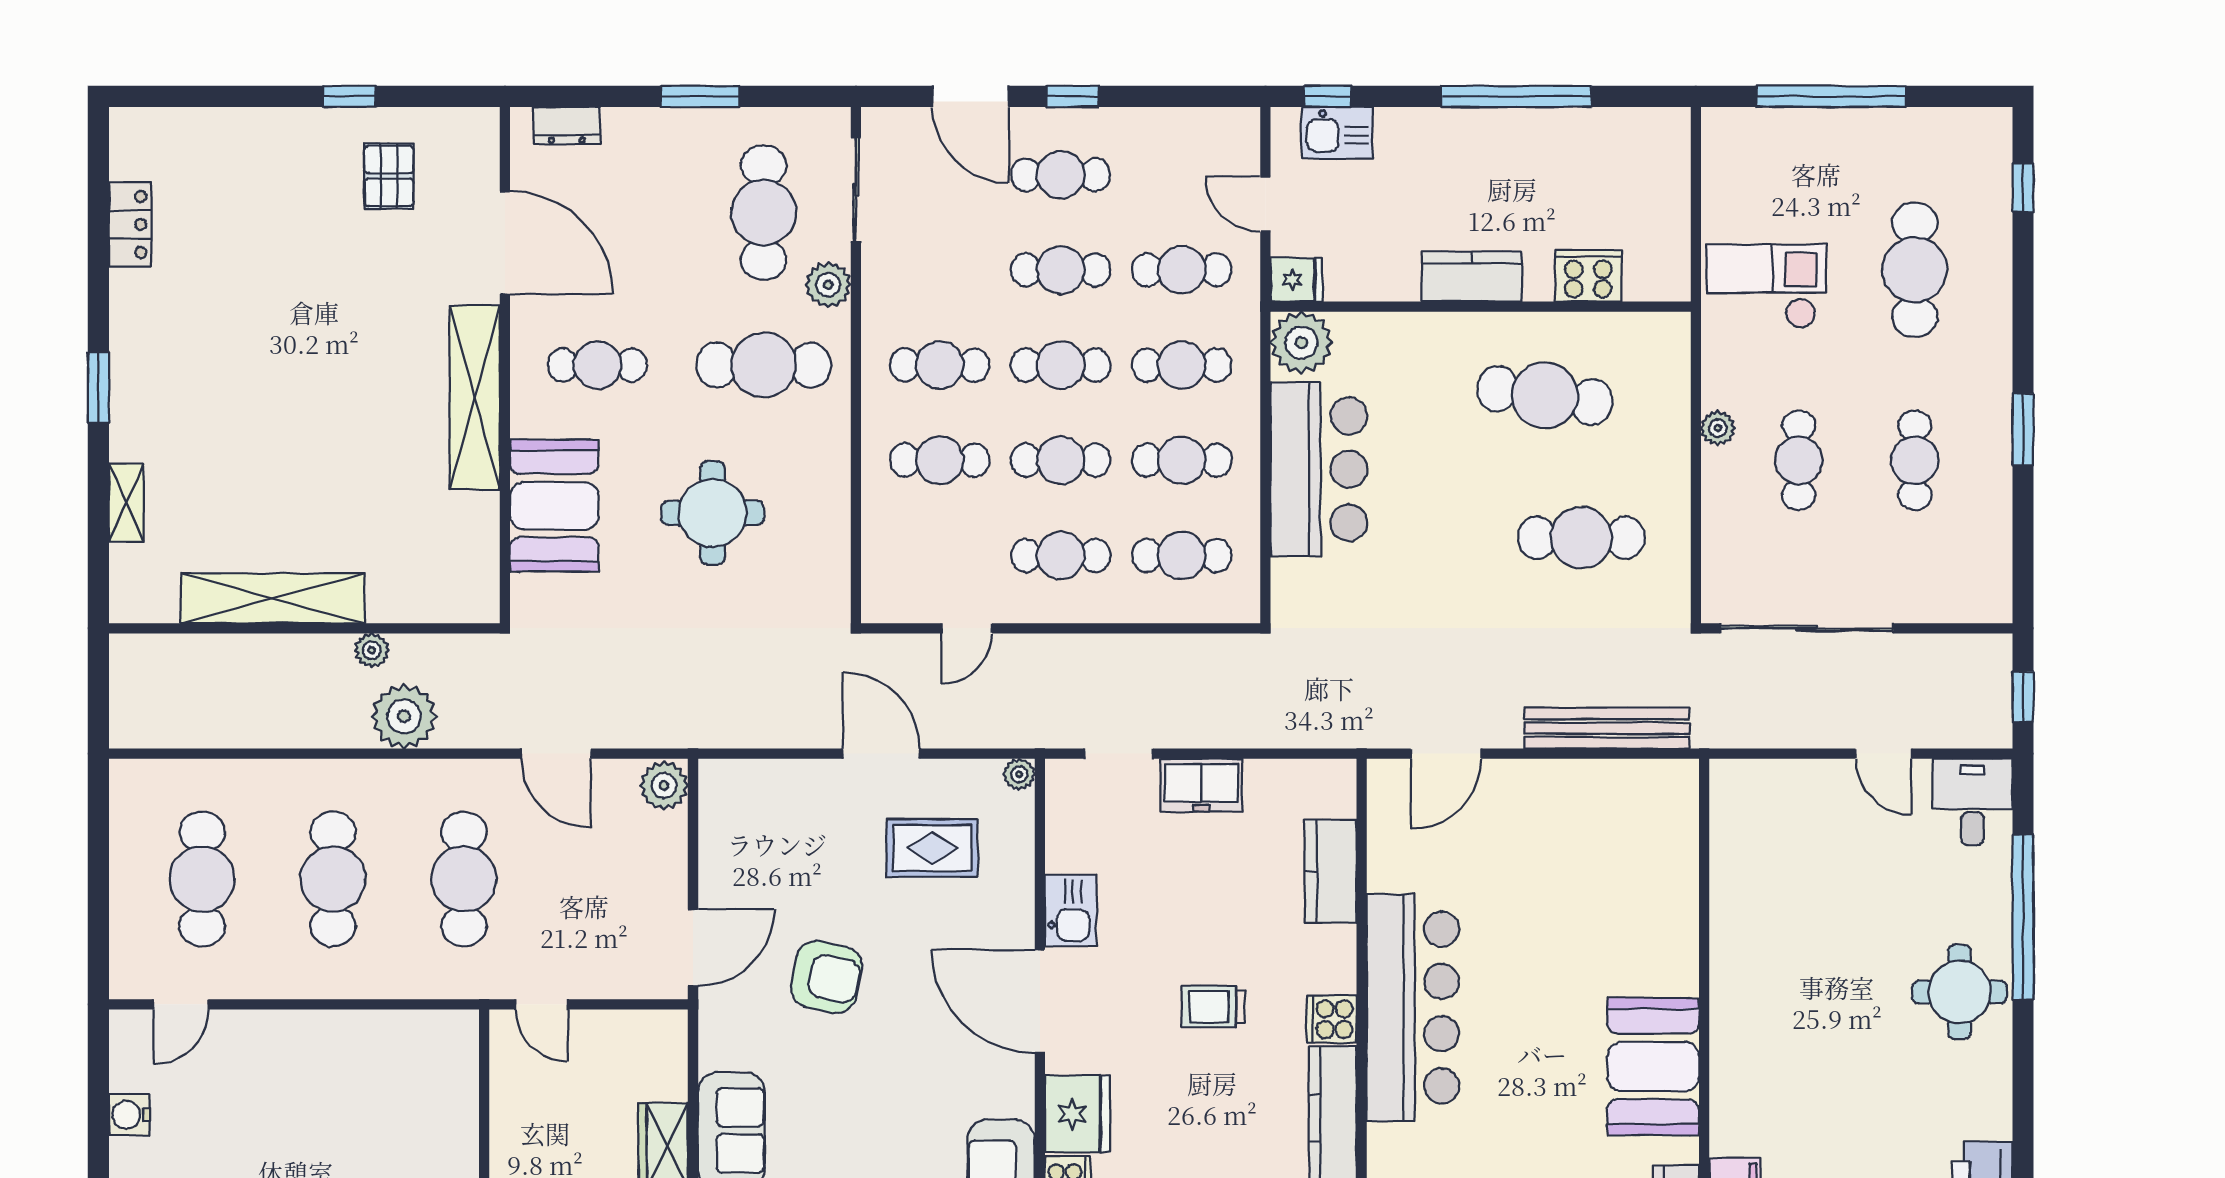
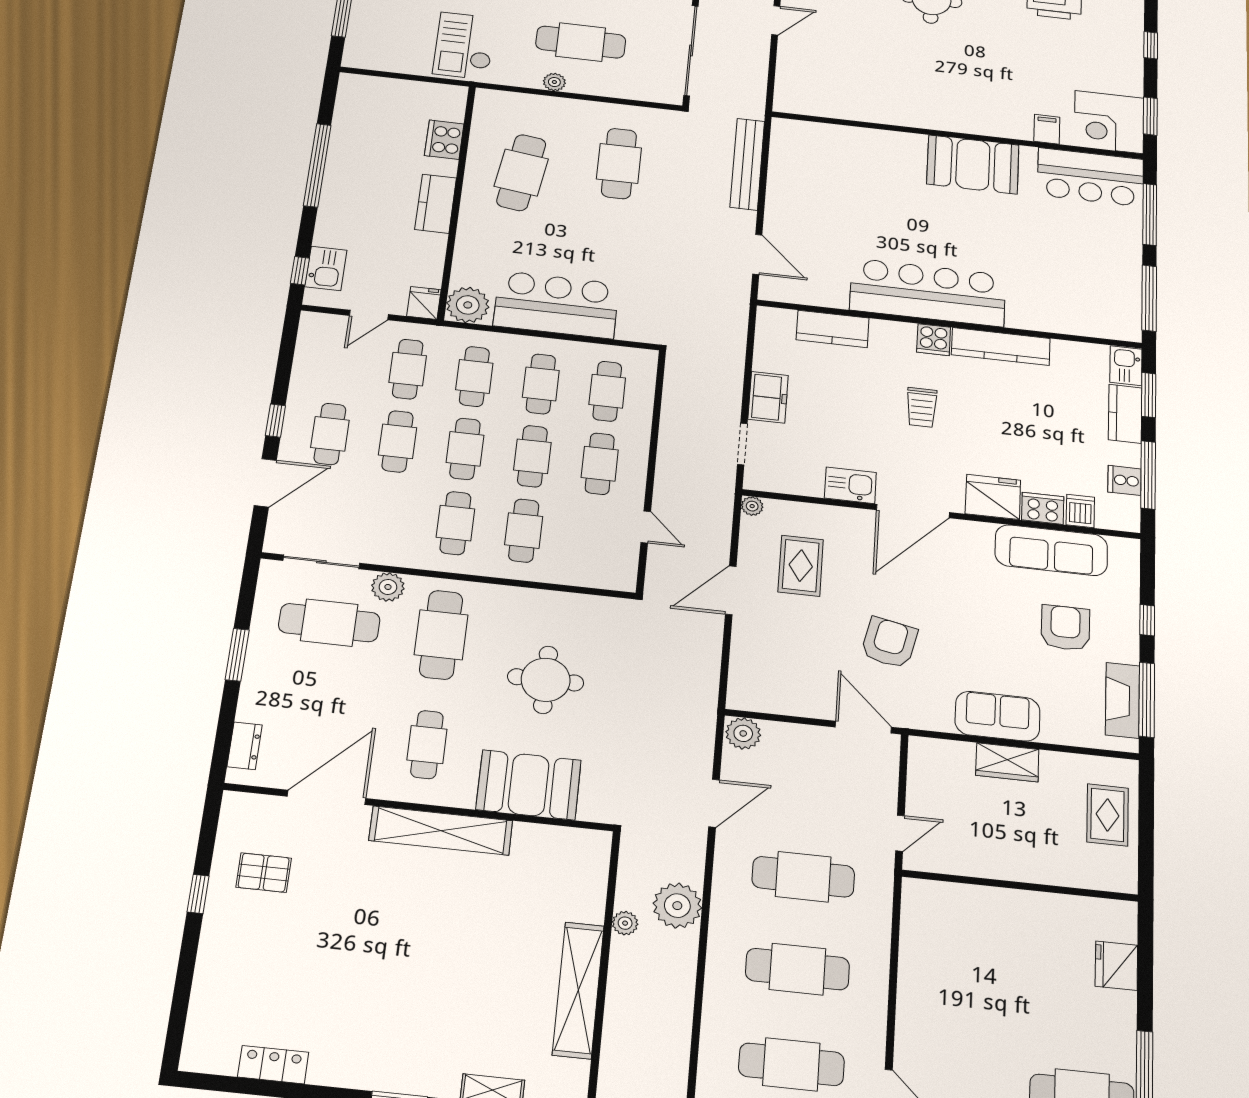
cafe table: (1799, 460) -> (581, 42), width x1.37, depth x1.35

